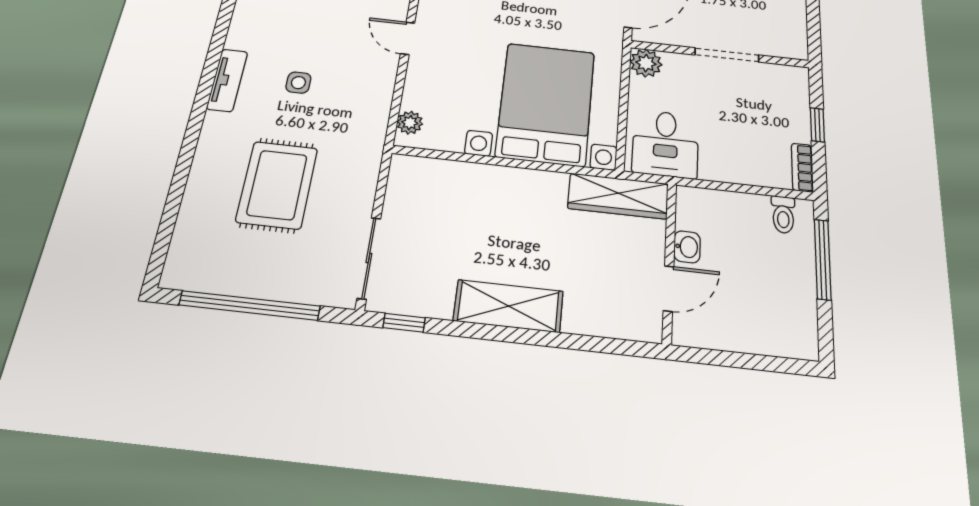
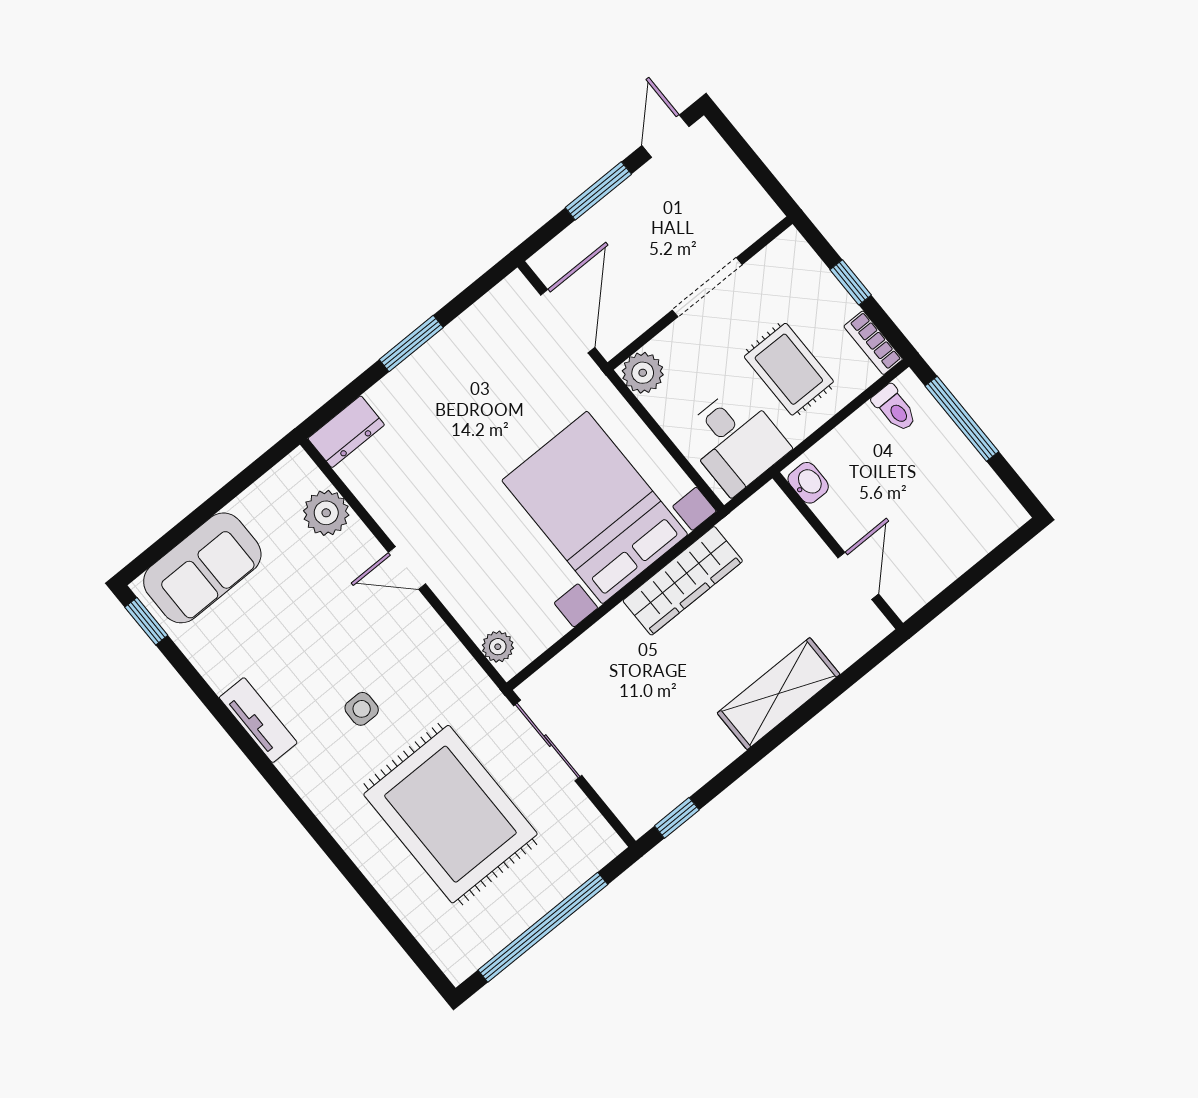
tv unit: (227, 80) -> (258, 720), moved
rug: (736, 136) -> (789, 369), added
rug: (277, 185) -> (450, 814), width x1.37, depth x1.44
wardrobe: (618, 196) -> (683, 581), moved
washbasin: (687, 247) -> (808, 483), moved
sliding door: (369, 258) -> (548, 741), moved
shelving: (508, 306) -> (779, 694), moved

